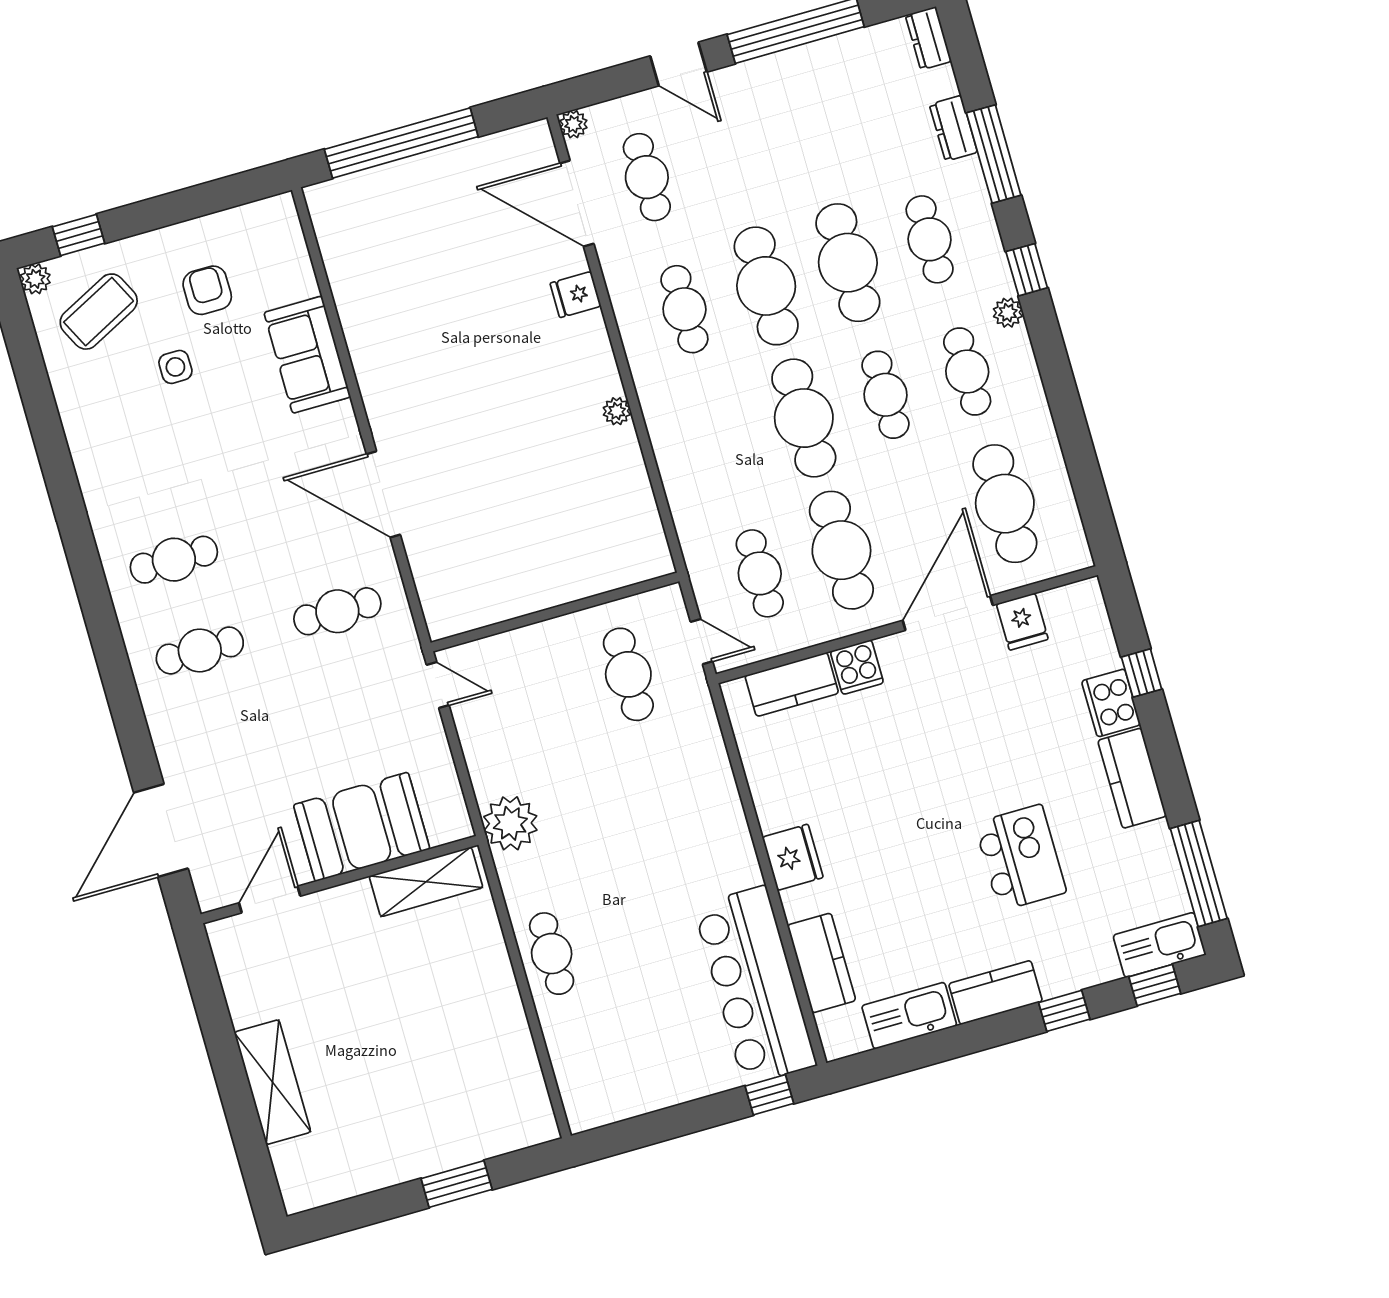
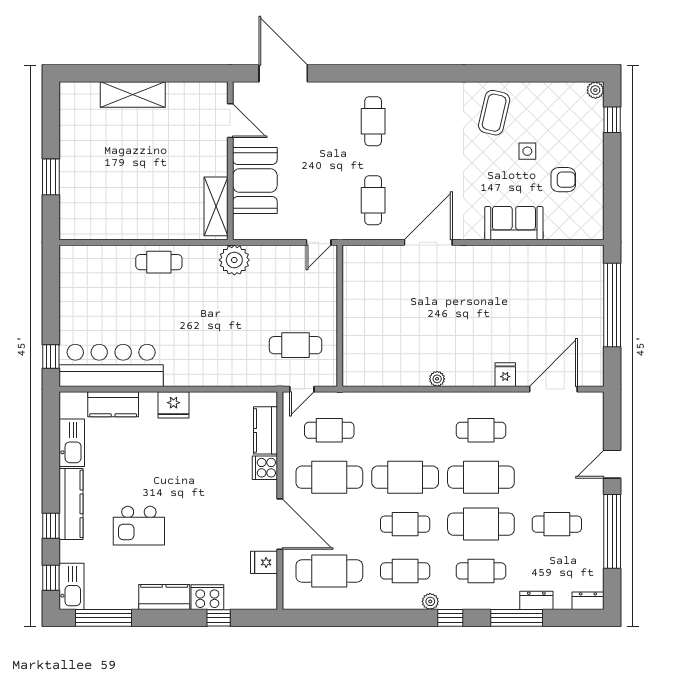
plant: (573, 124) -> (596, 399), removed
cafe table: (647, 177) -> (557, 524), moved
coffee table: (99, 312) -> (494, 113), moved, turned 40
cafe table: (174, 560) -> (425, 121), removed
kitchen counter: (995, 993) -> (71, 504), width x1.50

